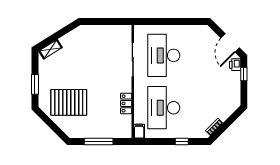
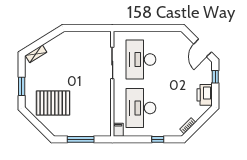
printer: (235, 65) -> (205, 95), moved, width x1.87, depth x1.48
locker: (126, 103) -> (106, 104), removed

